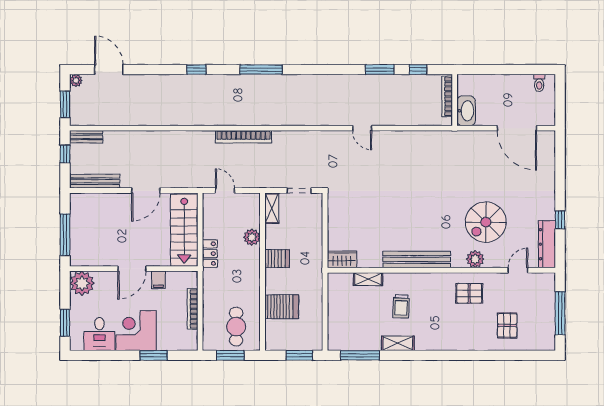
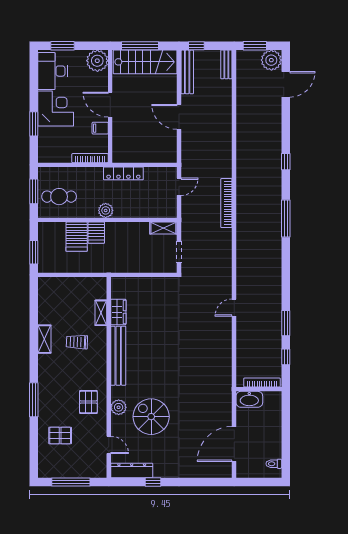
plant: (76, 80) -> (271, 60), width x1.88, depth x1.88
window: (65, 154) -> (196, 46), moved
stairs: (184, 230) -> (145, 62), moved, turned 180
plant: (252, 237) -> (106, 210), moved
locker: (210, 254) -> (123, 173), width x1.53
server rack: (277, 259) -> (96, 233), moved
wardrobe: (342, 259) -> (118, 312), moved
bookcase: (193, 309) -> (90, 158), moved
desk: (99, 334) -> (53, 71), width x1.37
window: (360, 355) -> (34, 400), moved

